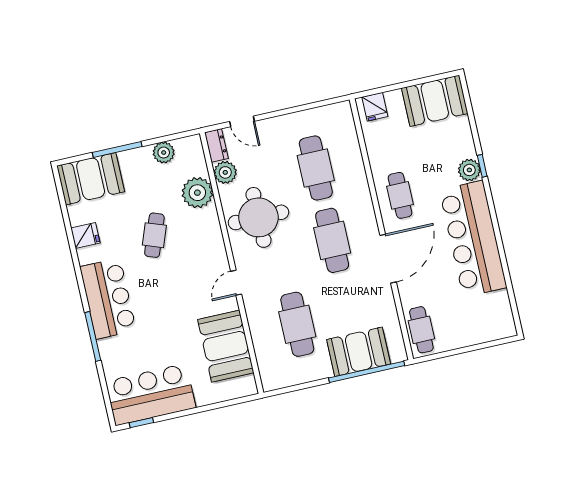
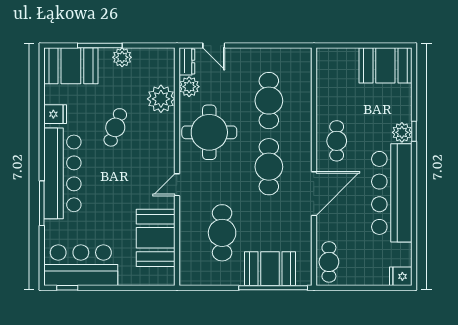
fridge: (375, 107) -> (401, 276), moved, turned 90
plant: (164, 153) -> (122, 57), moved
bar counter: (108, 299) -> (62, 173), width x1.36

